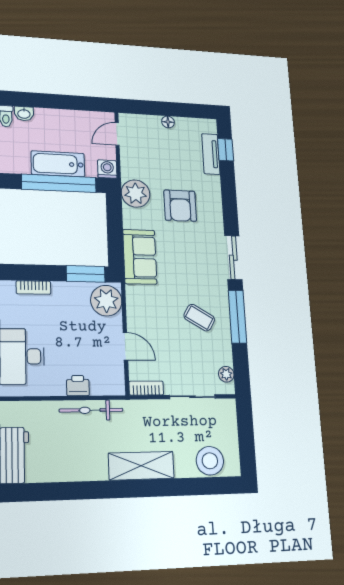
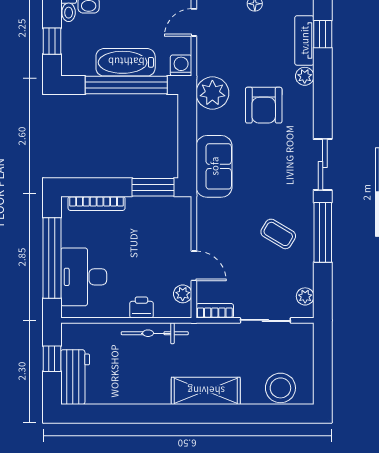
plant: (213, 183) -> (305, 76), added
bookcase: (33, 287) -> (97, 203), width x1.56
plant: (106, 301) -> (183, 294), moved, width x0.53, depth x0.53

